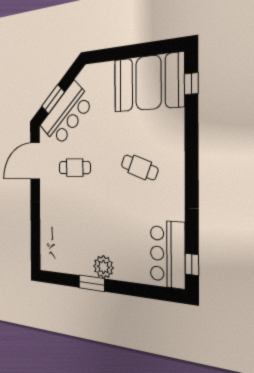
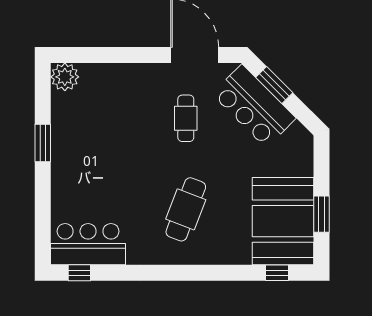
window: (143, 50) -> (322, 214), added
cafe table: (140, 167) -> (186, 209), width x1.37, depth x1.35
plant: (103, 267) -> (65, 77), moved

